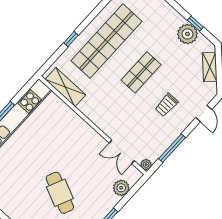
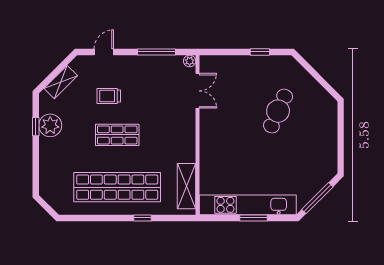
trolley: (167, 105) -> (109, 96), moved, turned 180
plant: (121, 188) -> (228, 64), removed

